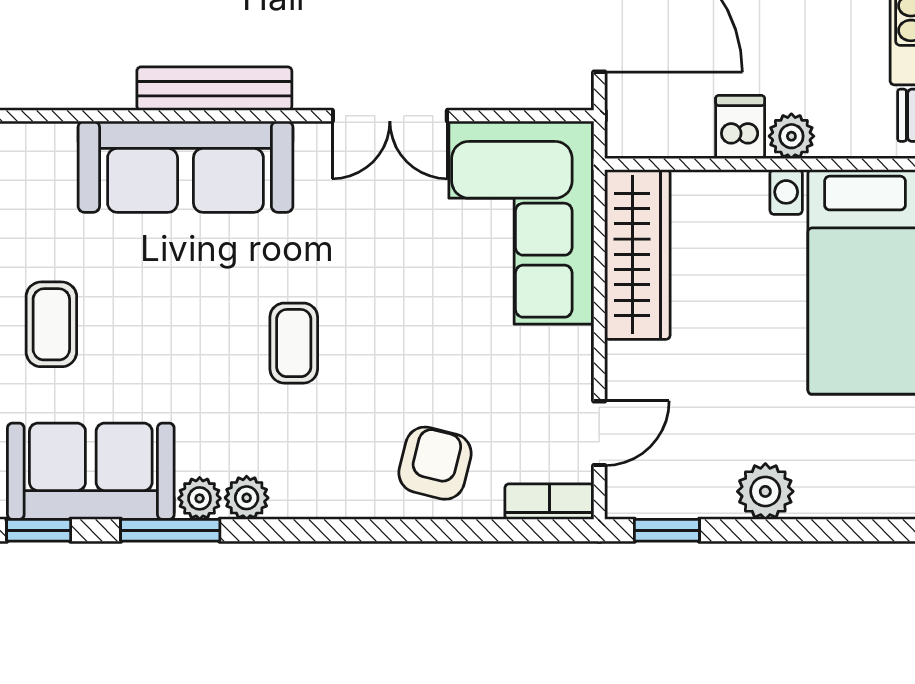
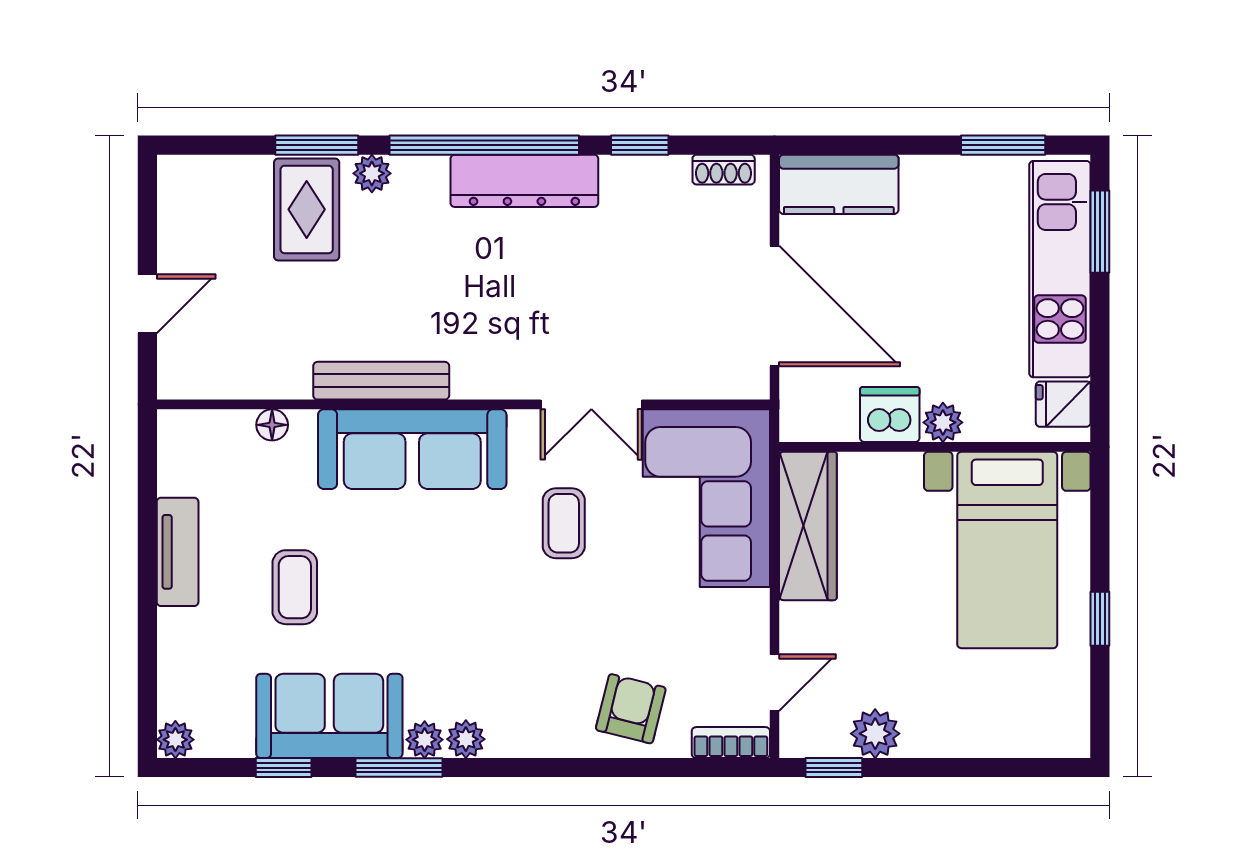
bench: (214, 89) -> (381, 381), moved
dishwasher: (740, 127) -> (890, 414), width x1.38
floor lamp: (25, 139) -> (272, 425), added
coffee table: (294, 343) -> (564, 523), moved
plant: (765, 491) -> (875, 734), moved

